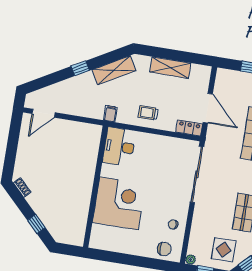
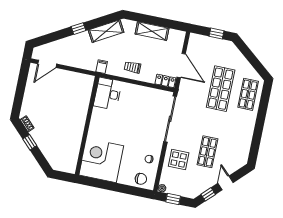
corner desk: (119, 203) -> (101, 160), moved, turned -90
window: (36, 224) -> (30, 142), moved
display table: (224, 250) -> (179, 160), moved

